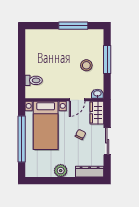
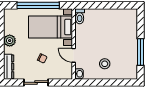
window: (107, 59) -> (110, 82), removed
toilet: (34, 80) -> (80, 16), moved
wardrobe: (97, 113) -> (62, 73), removed

